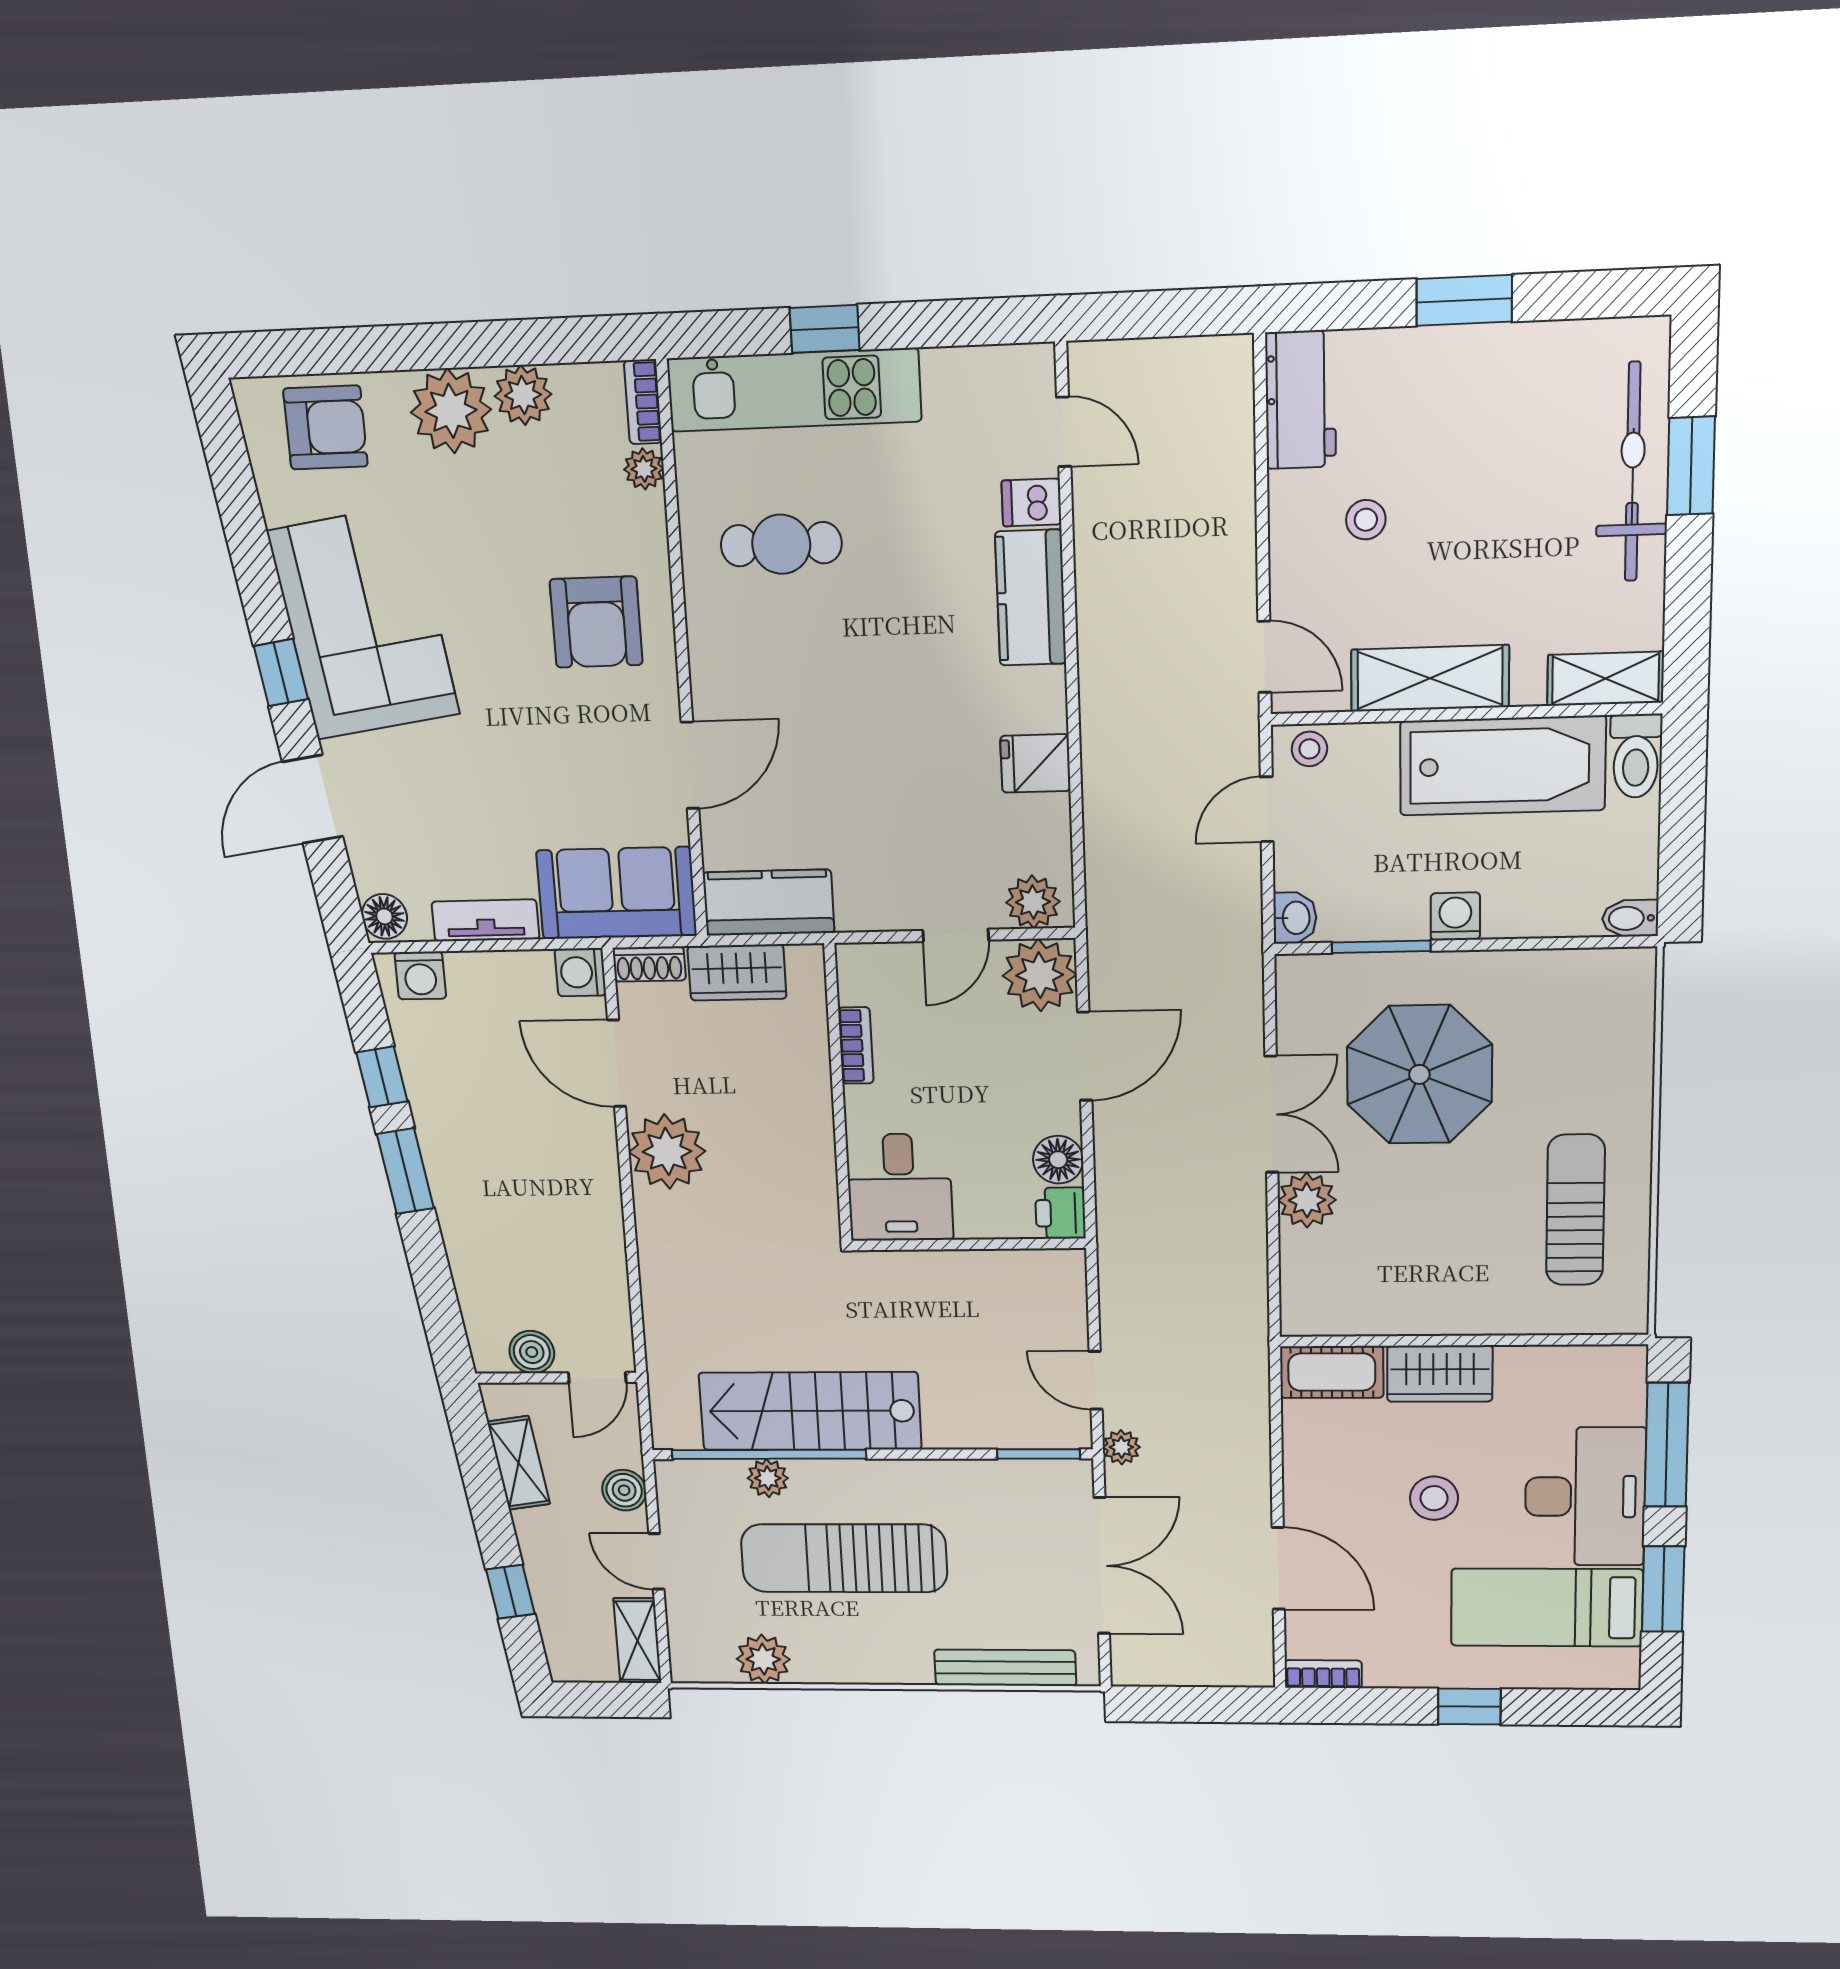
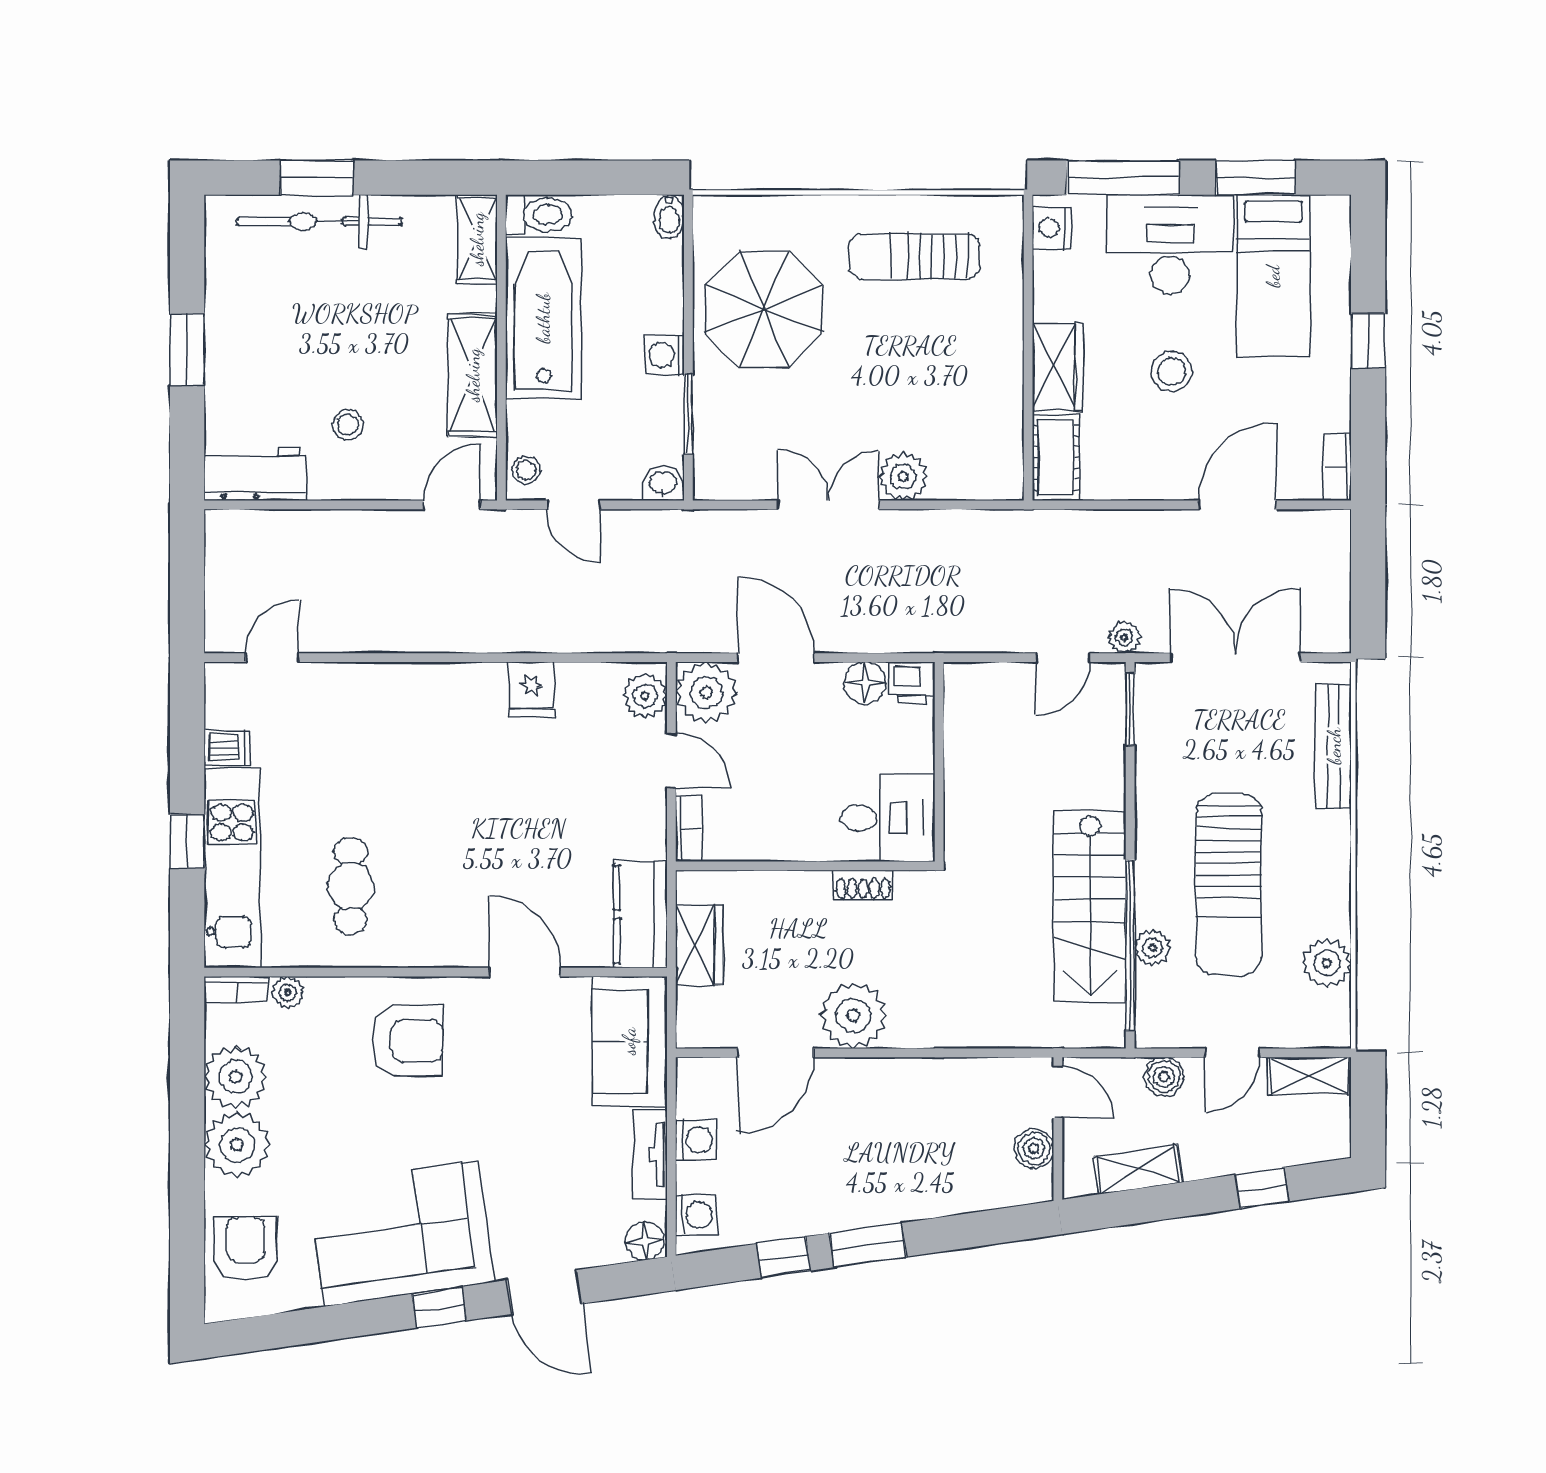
plant: (523, 395) -> (236, 1077), width x1.36, depth x1.36
dishwasher: (1031, 502) -> (227, 748), moved, turned -90
kitchen counter: (1031, 598) -> (399, 688), removed
shoe rack: (649, 964) -> (863, 885), moved, turned 90
washing machine: (580, 972) -> (696, 1140), moved, turned -90
bookcase: (856, 1045) -> (689, 829), moved, turned 90
parasol: (1419, 1074) -> (764, 309), moved
nightstand: (1608, 1366) -> (1052, 228), added

